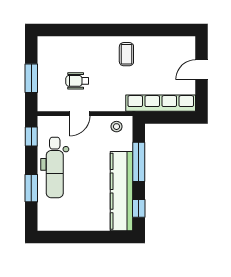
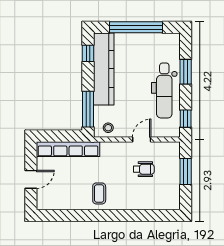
window: (139, 162) -> (88, 109), moved
dental chair: (55, 167) -> (164, 91), turned 180
window: (86, 237) -> (136, 27), added

